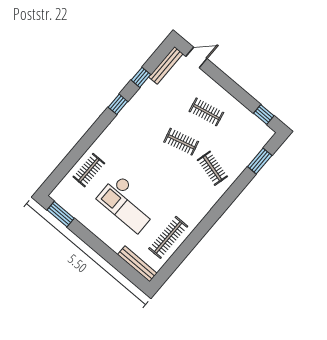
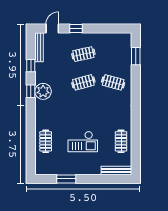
plant: (131, 115) -> (43, 91), added
window: (264, 115) -> (76, 29), moved
checkout: (128, 204) -> (83, 142), width x0.73, depth x0.83
window: (61, 214) -> (66, 179), moved
clothes rail: (168, 237) -> (121, 141), width x0.73

